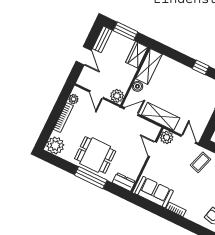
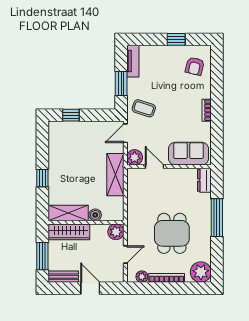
wardrobe: (137, 55) -> (69, 232), width x1.50
door: (84, 56) -> (90, 288), hinge flipped
window: (201, 67) -> (42, 178), moved
door: (131, 112) -> (125, 209), removed
door: (152, 149) -> (154, 167), swing flipped
dining table: (95, 155) -> (172, 233), moved
sofa: (154, 192) -> (189, 154), moved, turned 90

